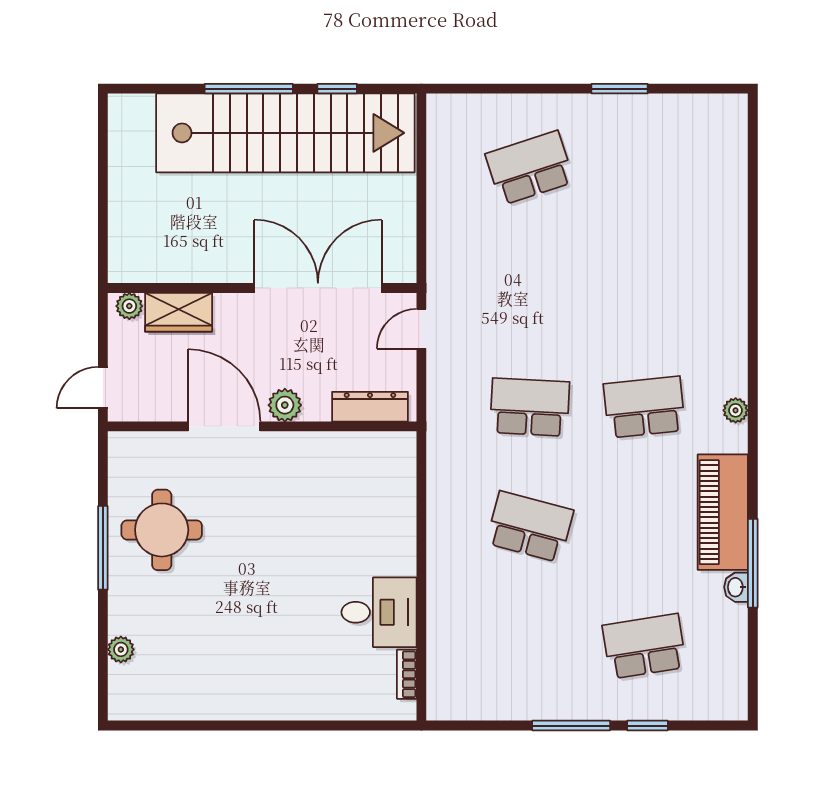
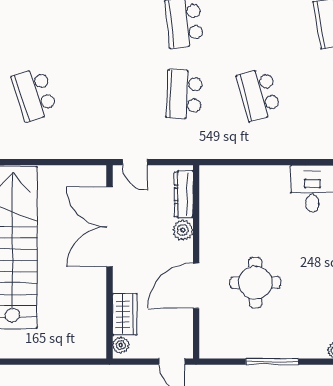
plant: (285, 405) -> (183, 230), moved
school desk: (530, 527) -> (259, 94), turned -30
round table: (162, 530) -> (255, 283), moved

